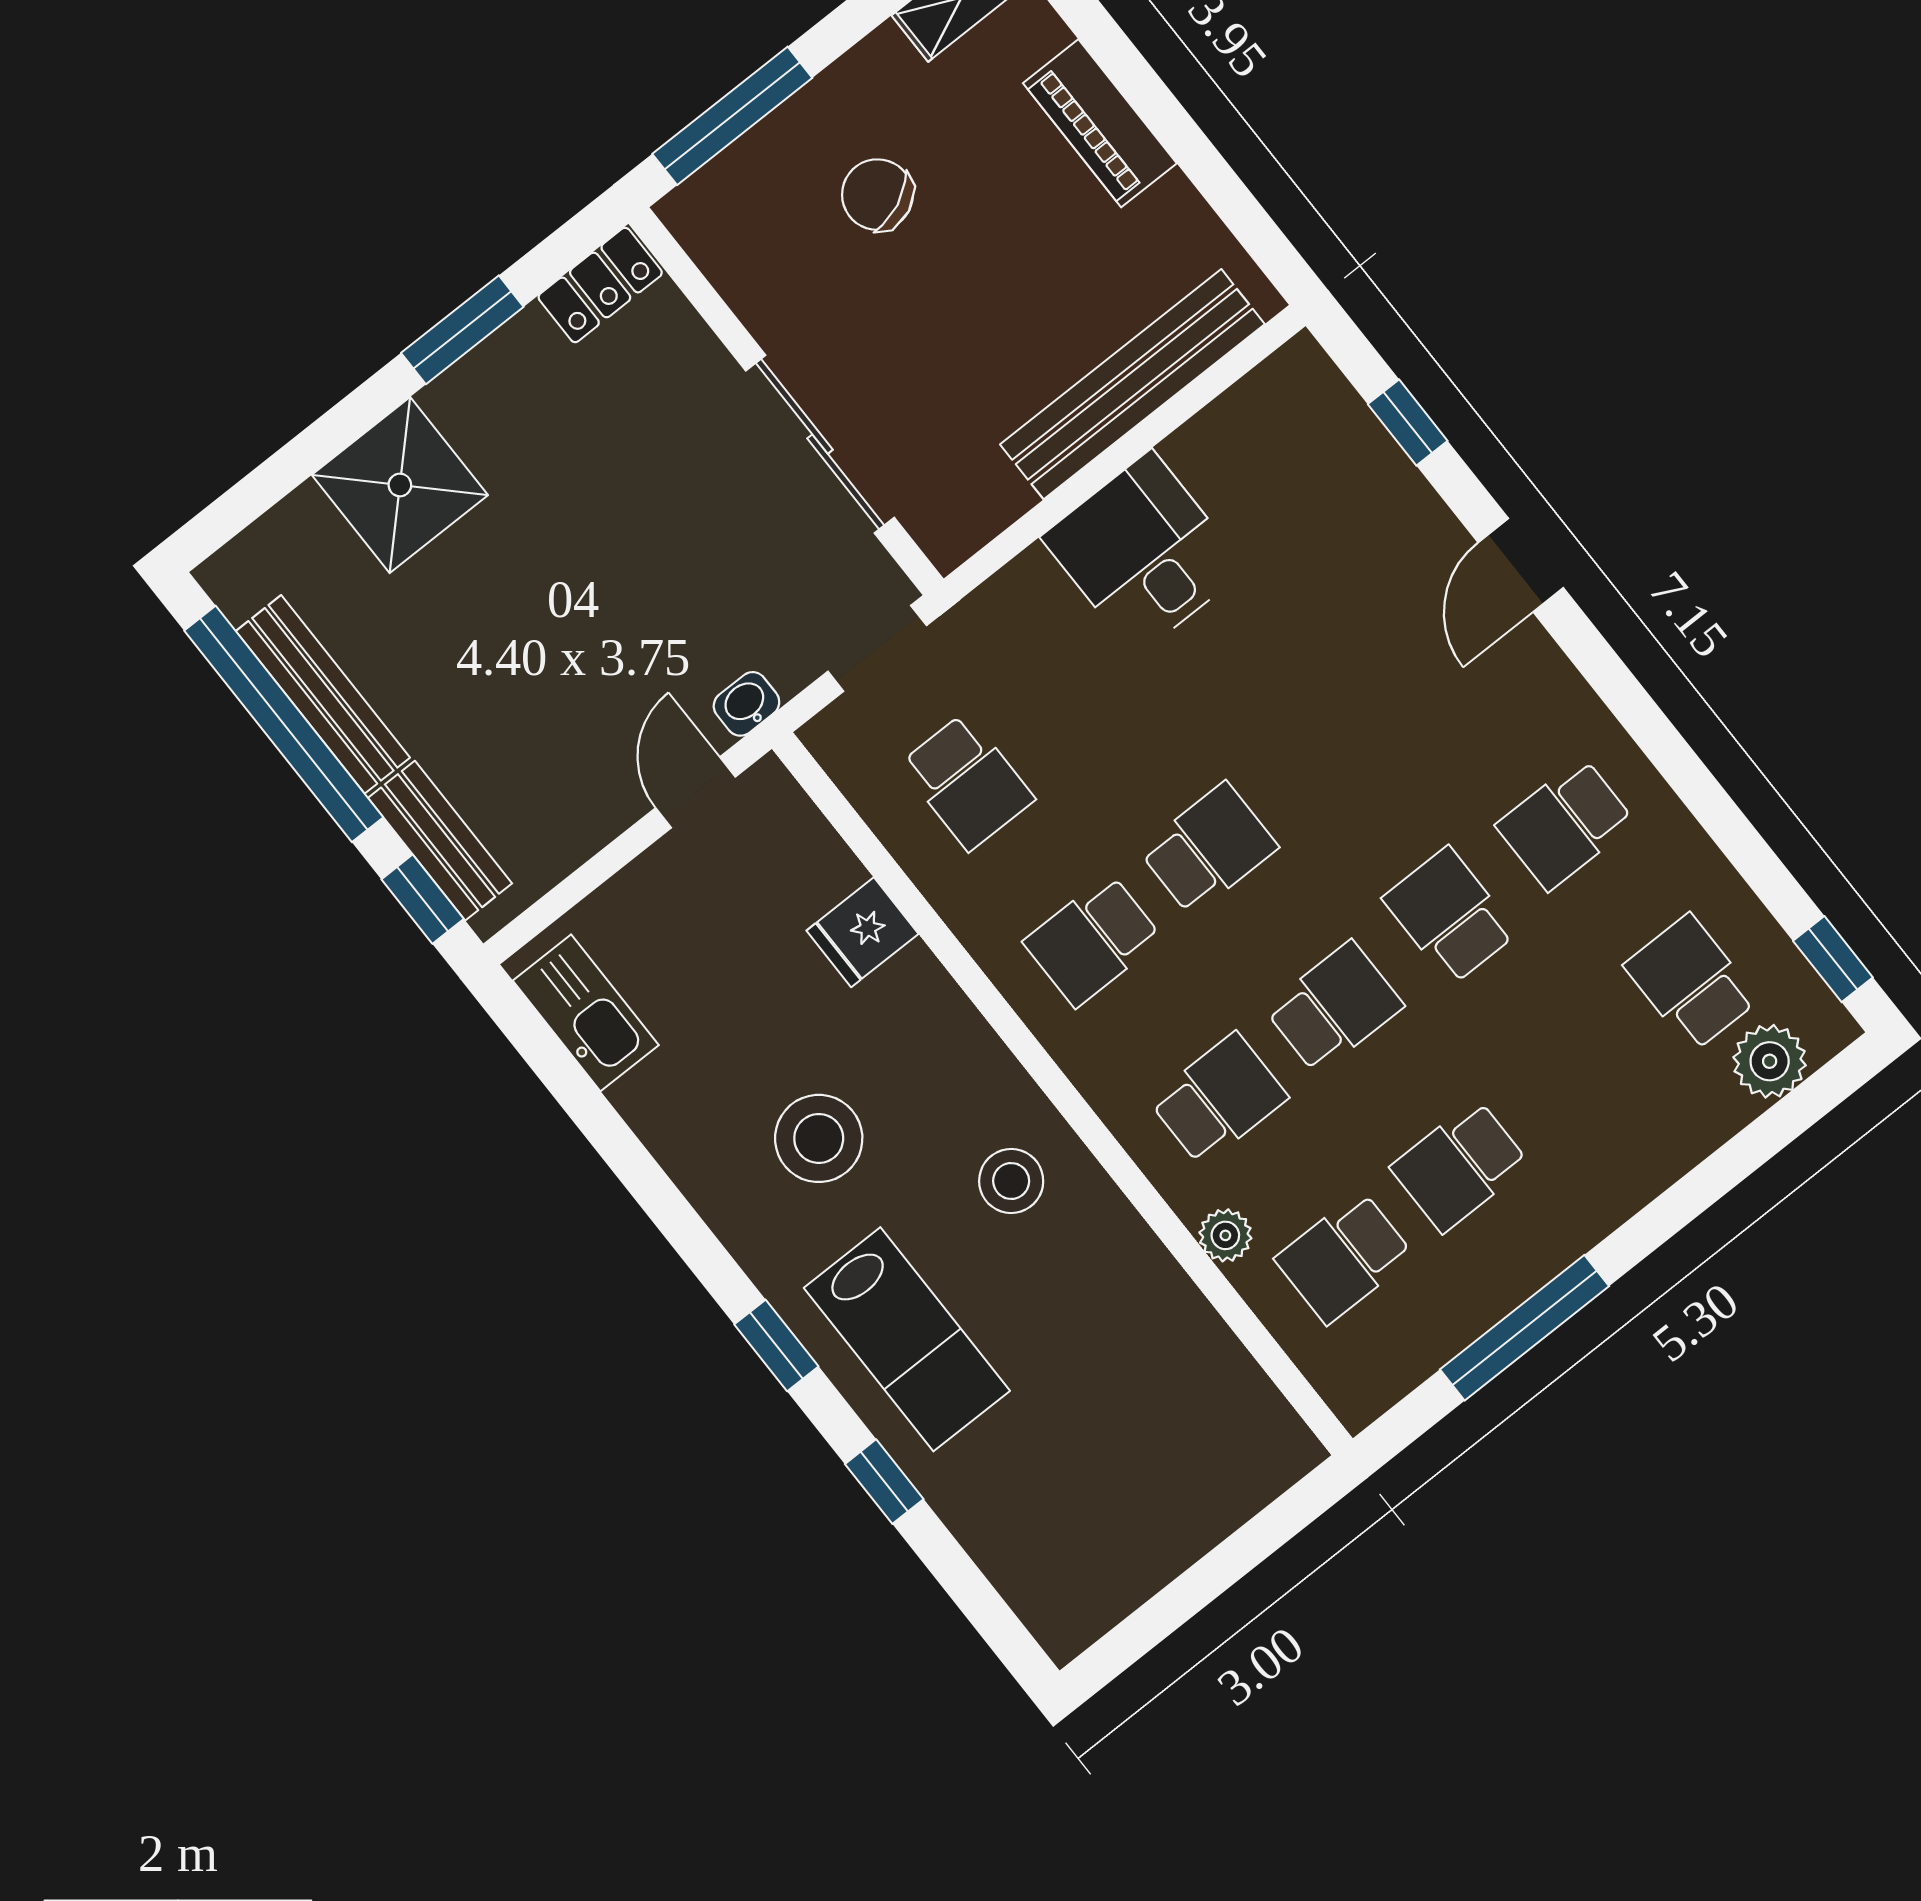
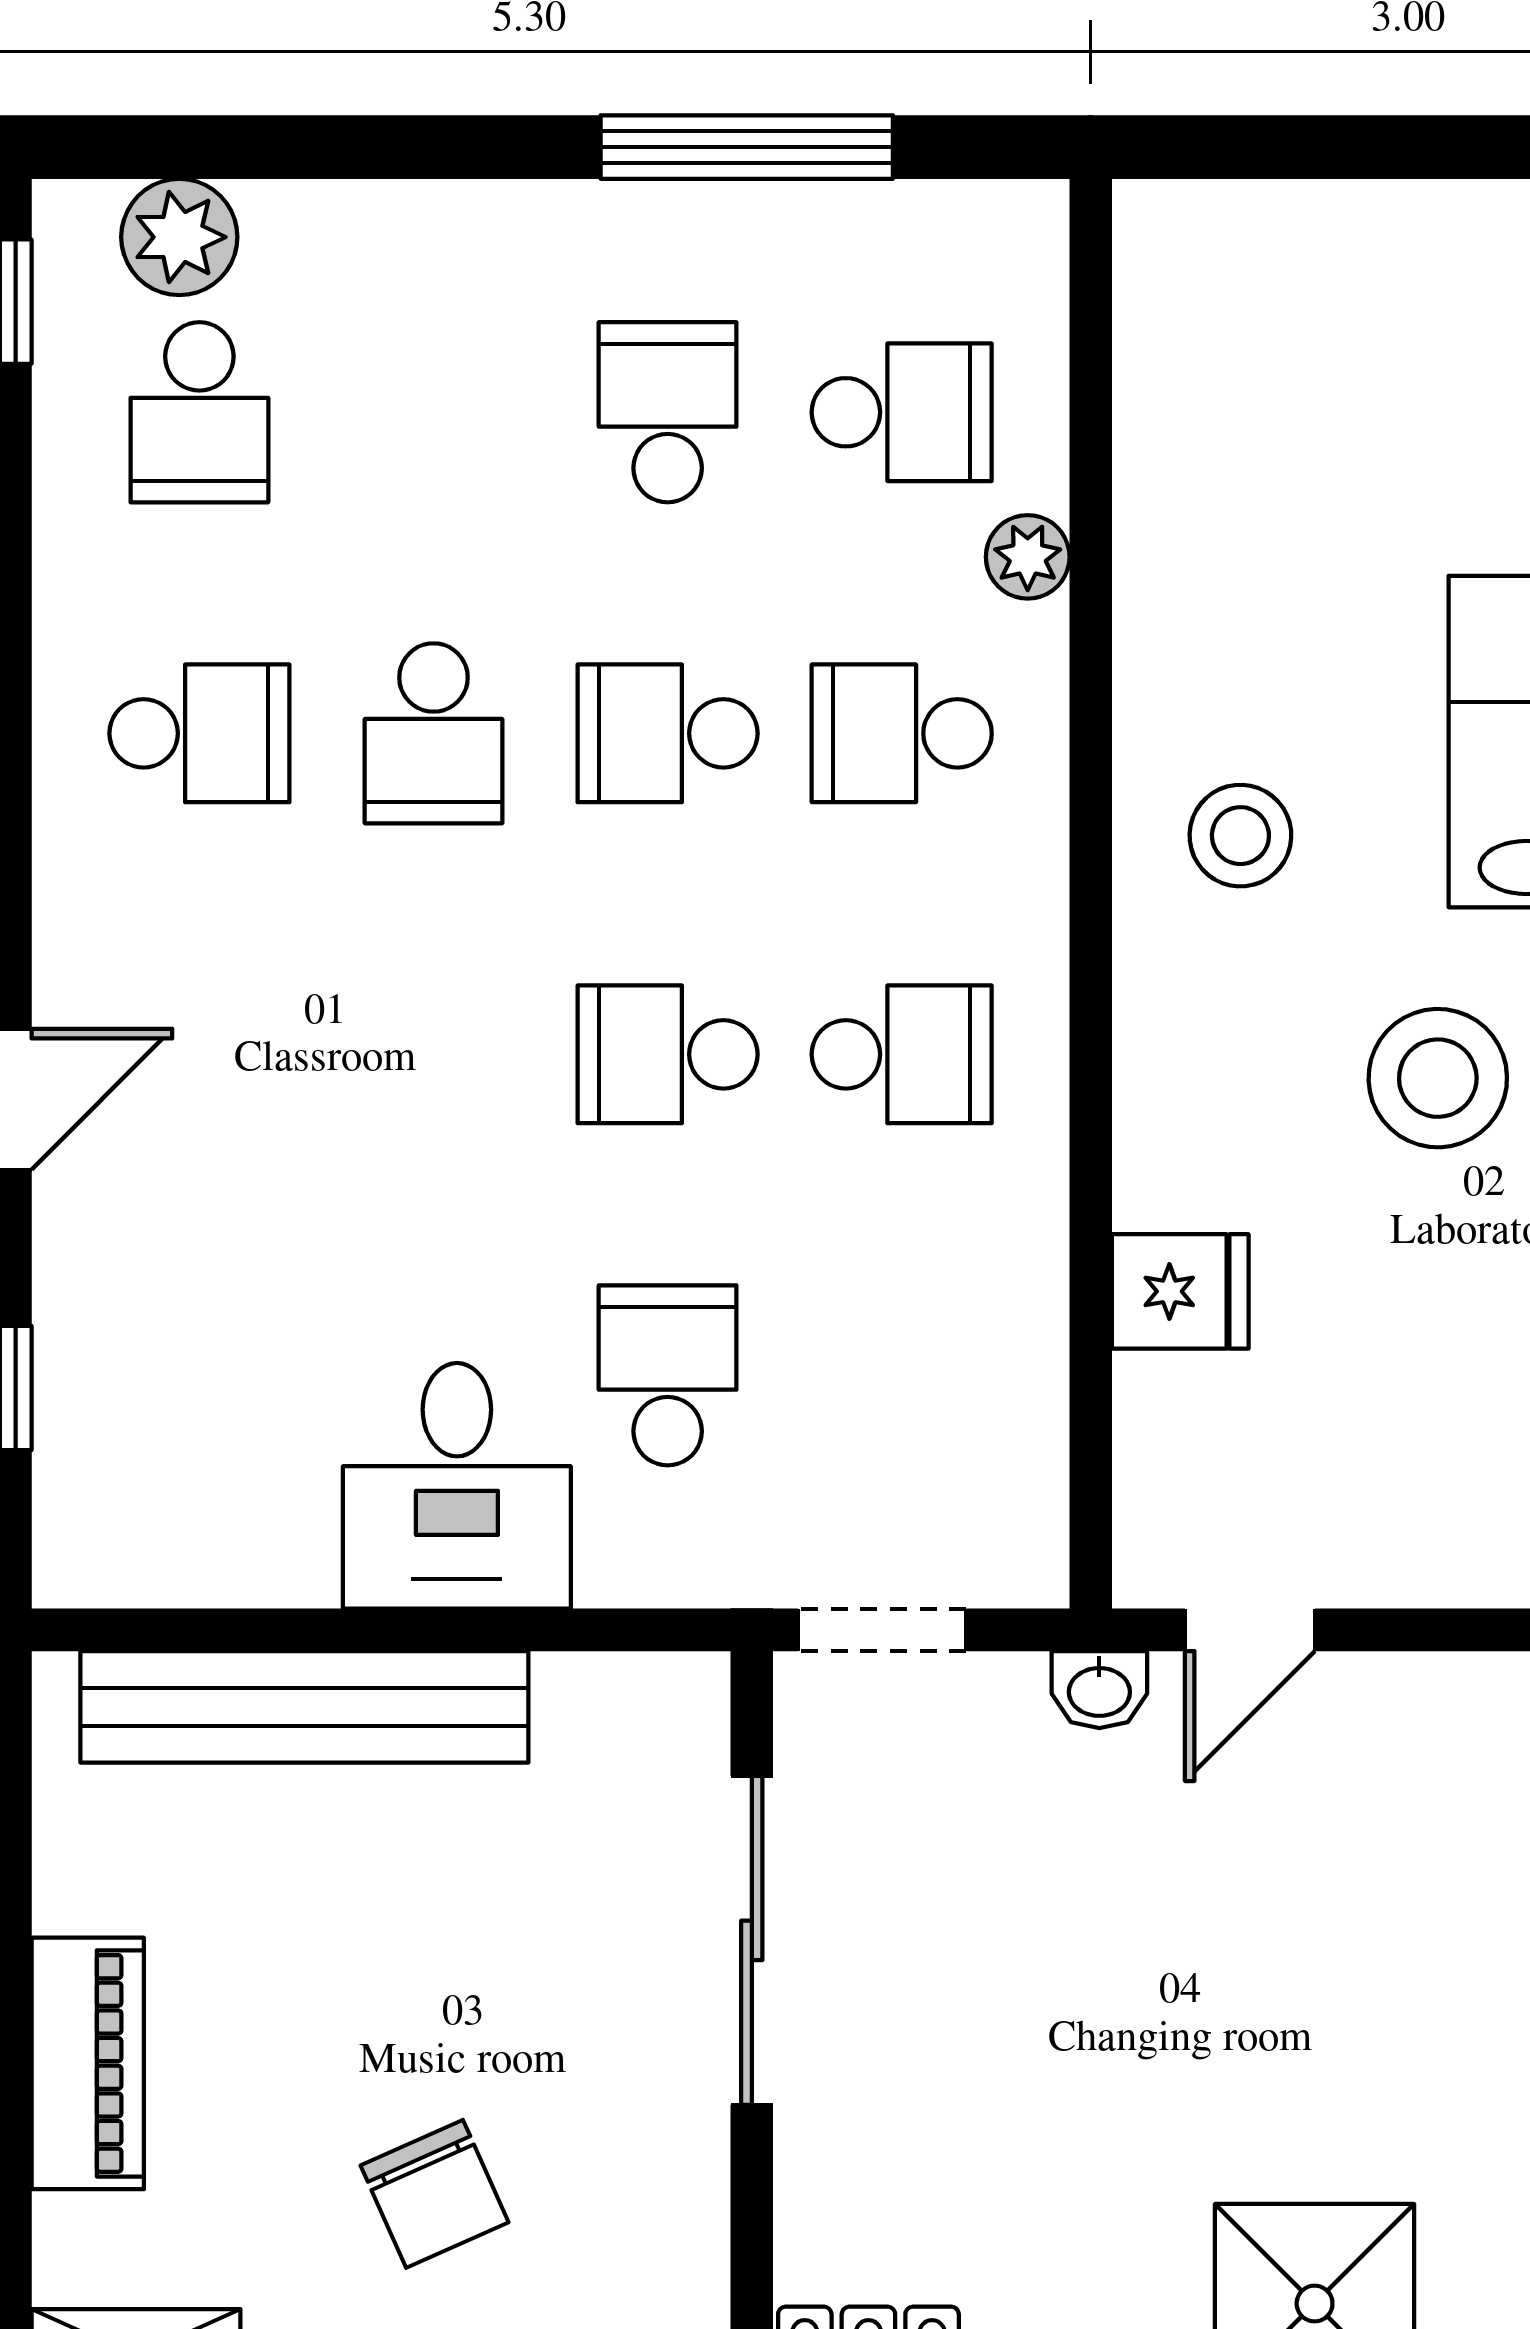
school desk: (967, 782) -> (668, 1375), moved
school desk: (1460, 1166) -> (668, 412), turned -90

